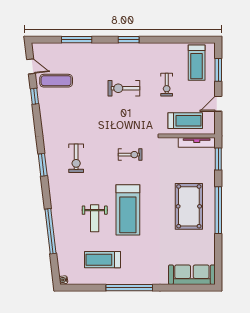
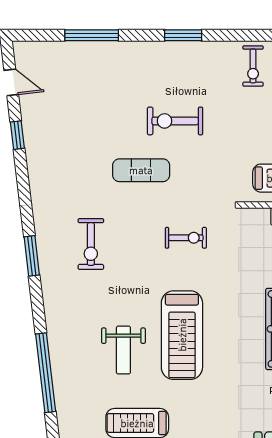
exercise mat: (56, 81) -> (141, 170), moved
exercise bike: (167, 85) -> (253, 66), moved

